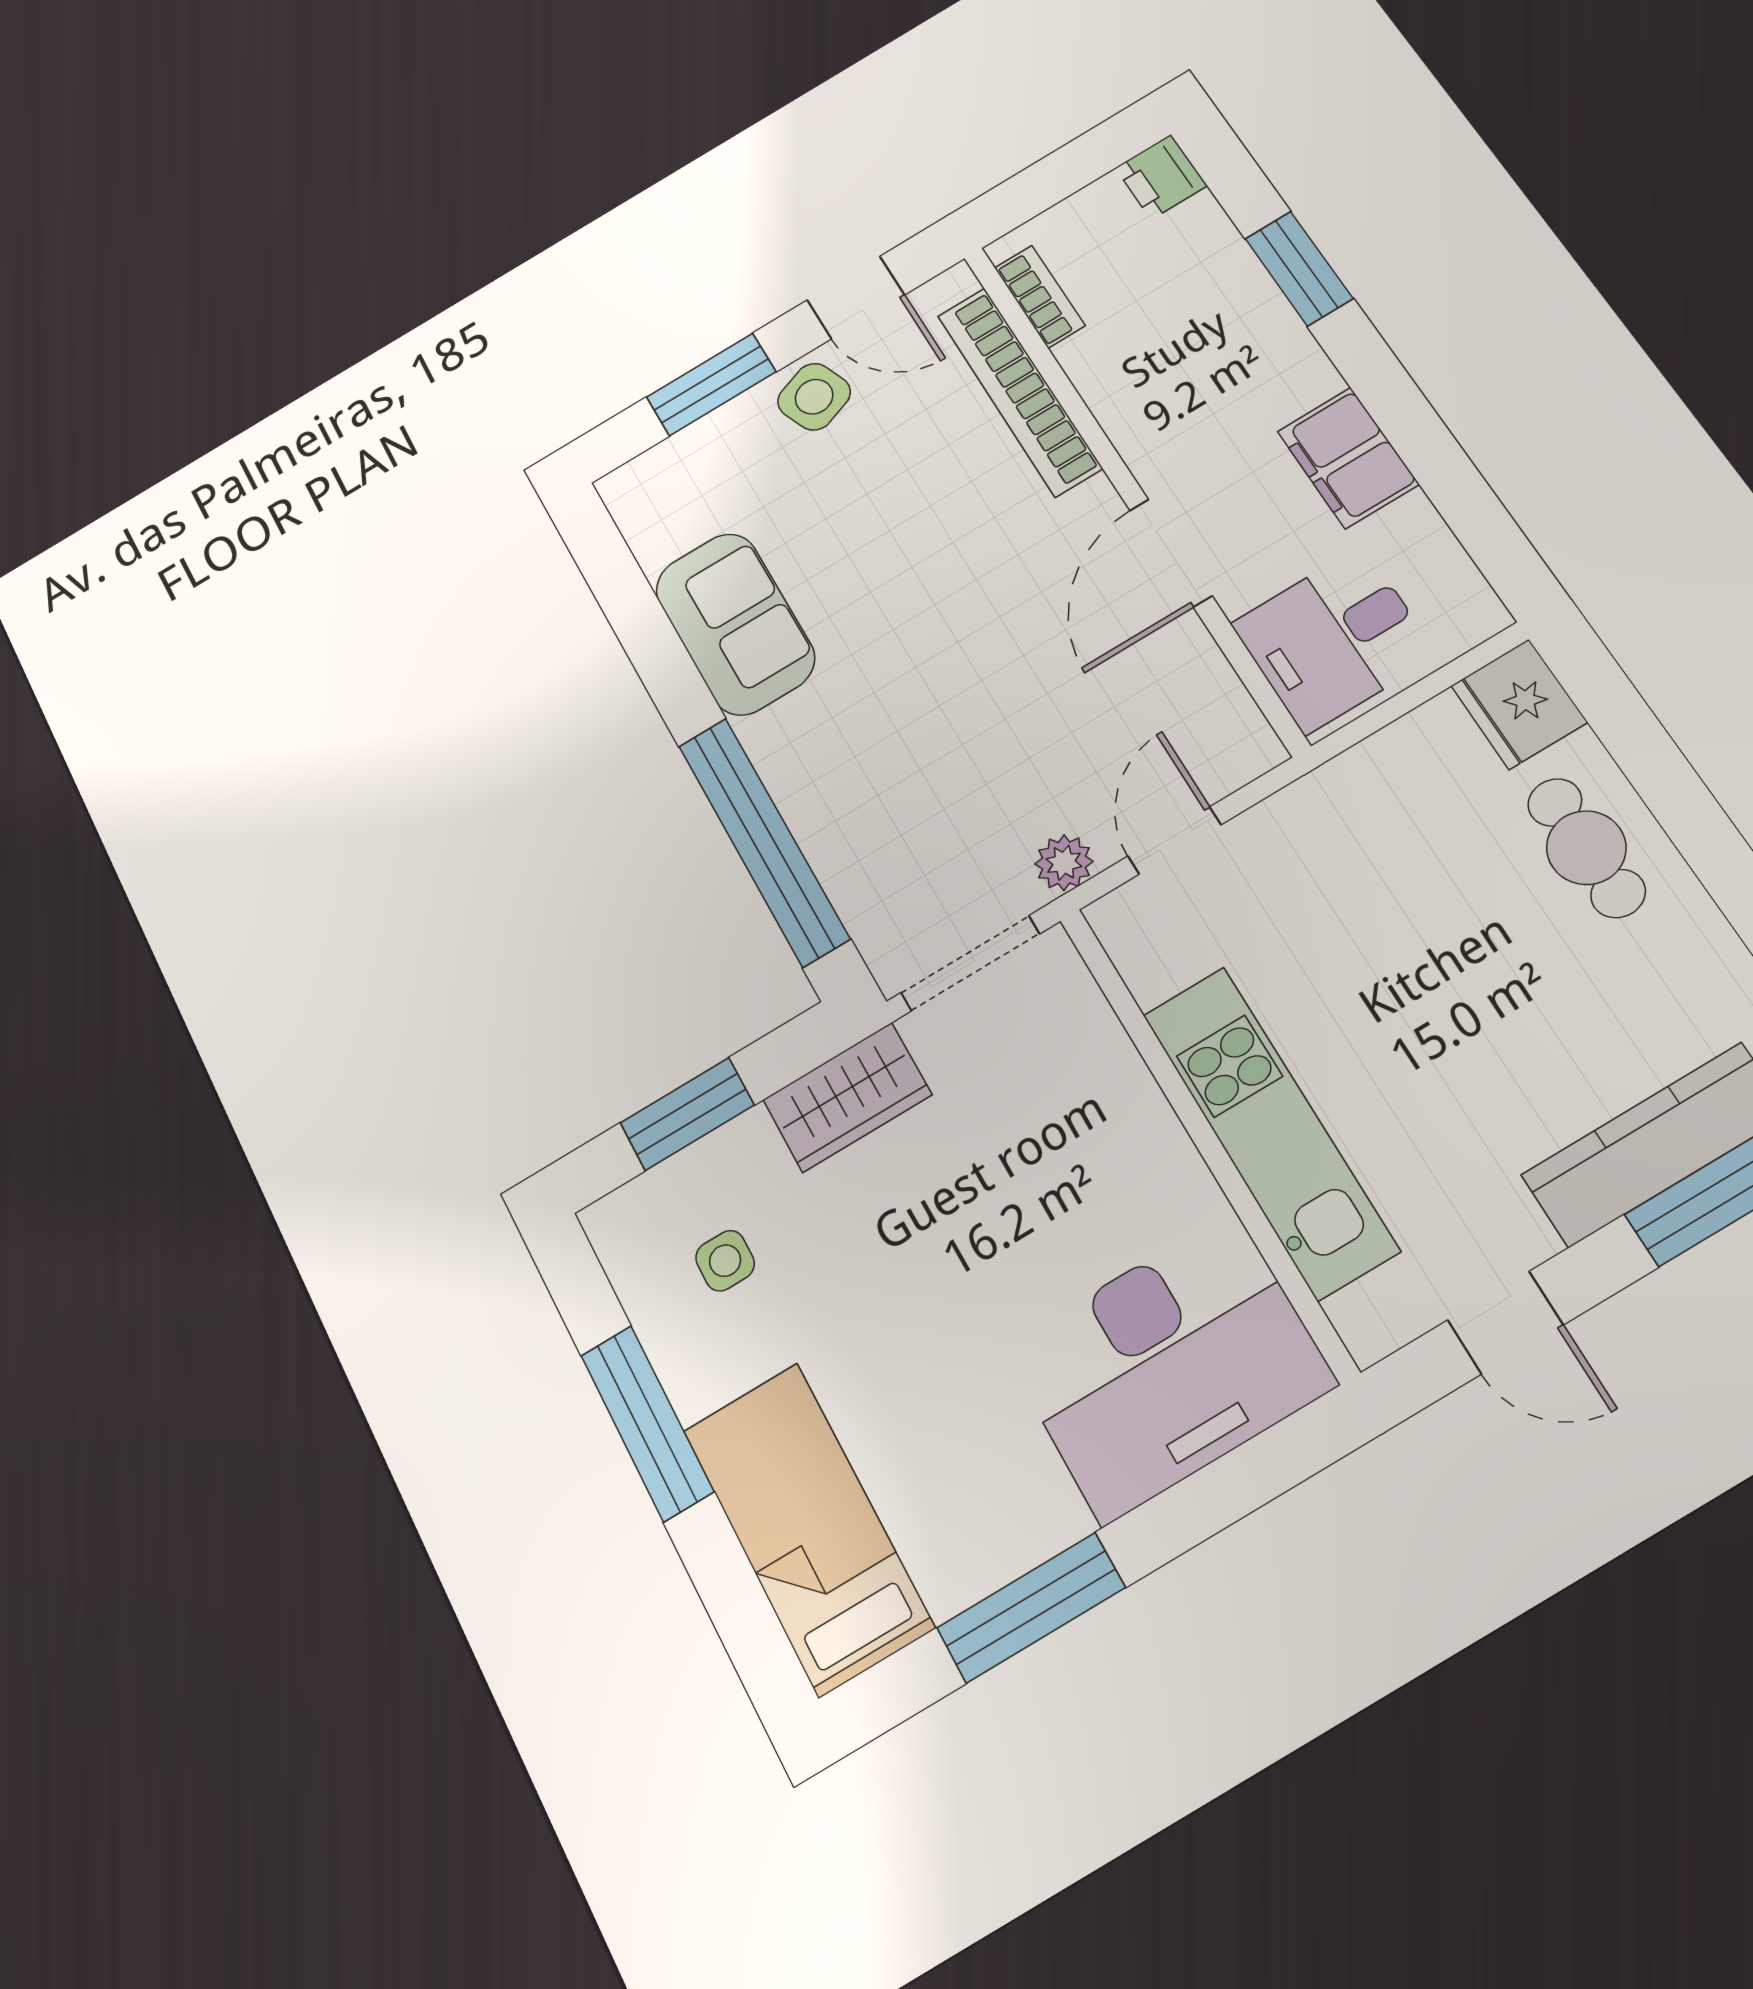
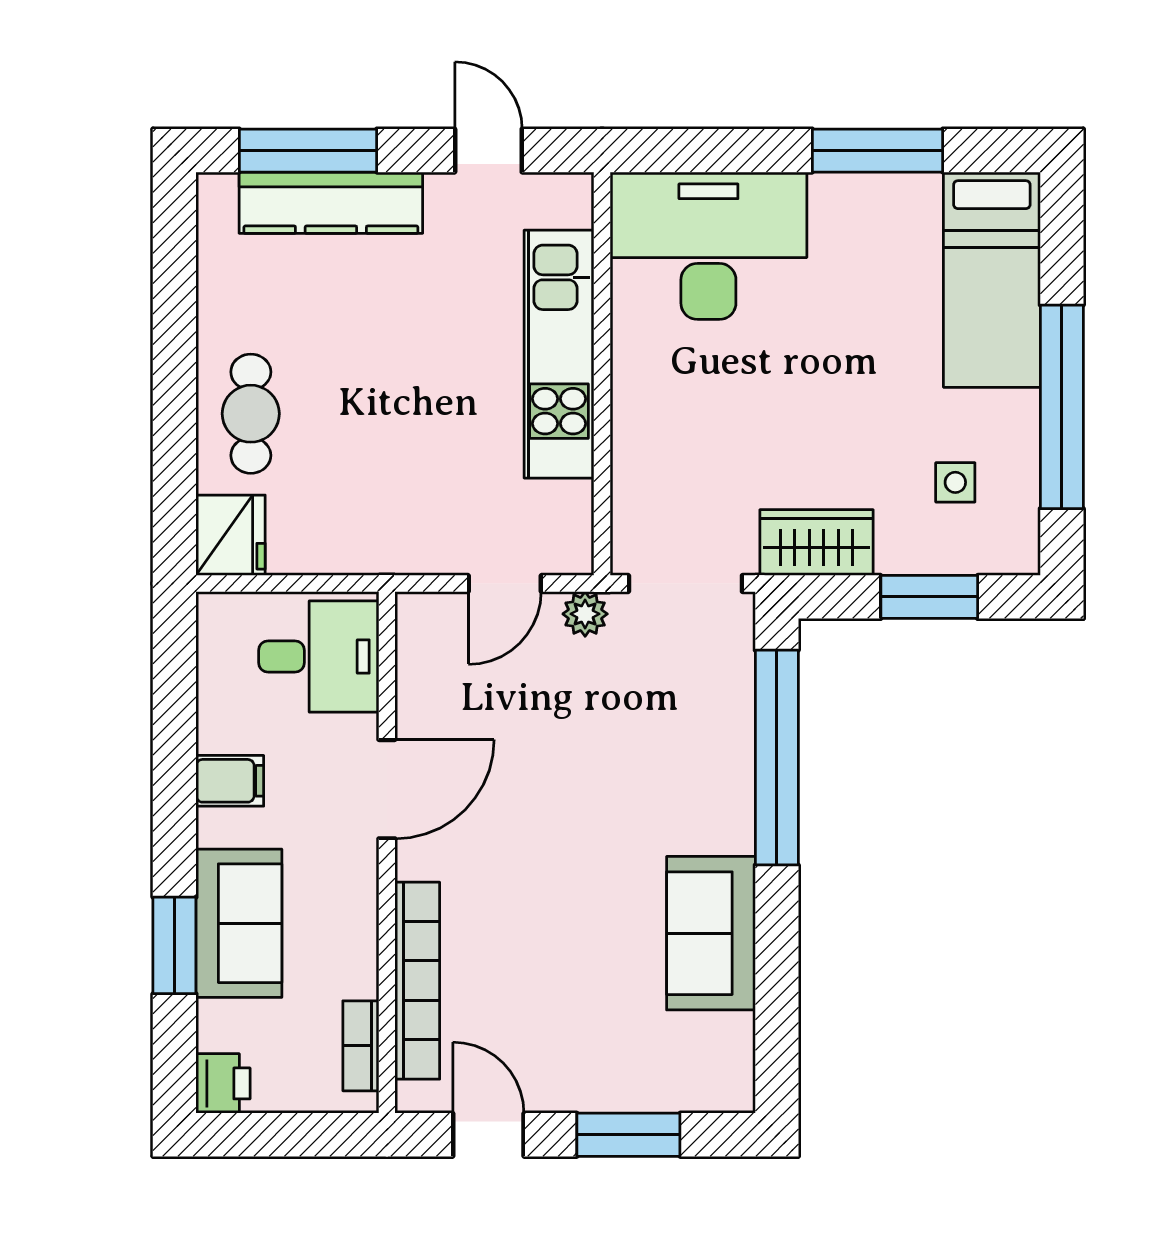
sofa: (1245, 330) -> (239, 923), added
side table: (814, 397) -> (561, 1074), removed
filing cabinet: (1348, 458) -> (230, 781), width x0.50
window: (647, 1423) -> (1062, 407), width x1.46

